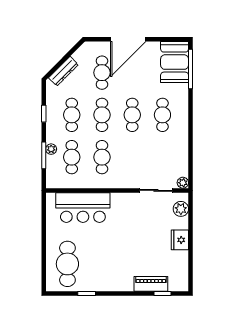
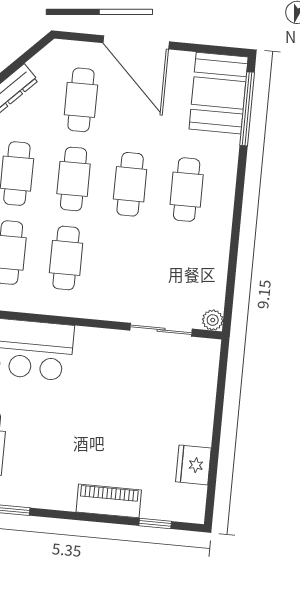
door: (128, 39) -> (136, 42), hinge flipped
plant: (181, 209) -> (204, 369), removed
fridge: (180, 240) -> (193, 465), moved
piano: (151, 284) -> (109, 501), moved

